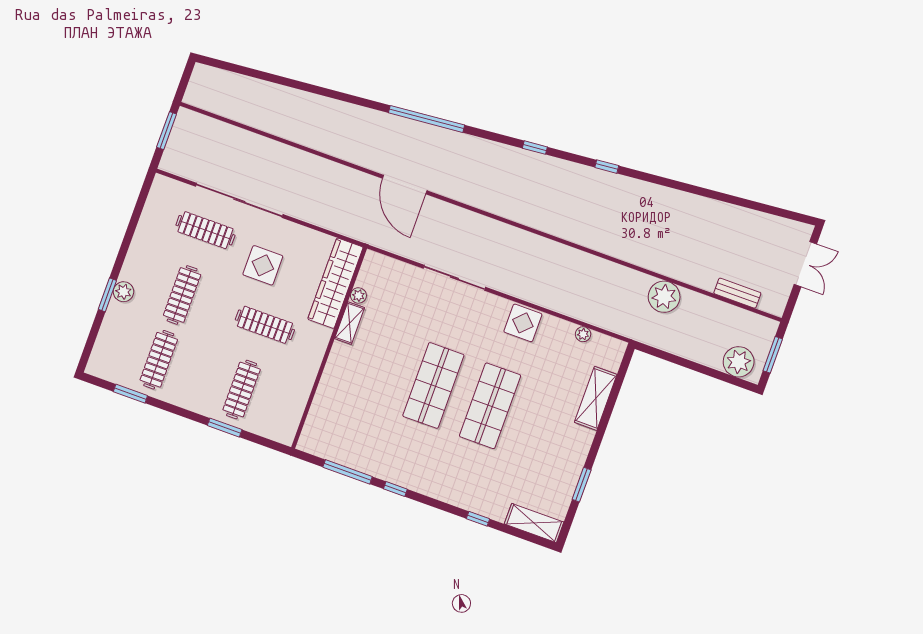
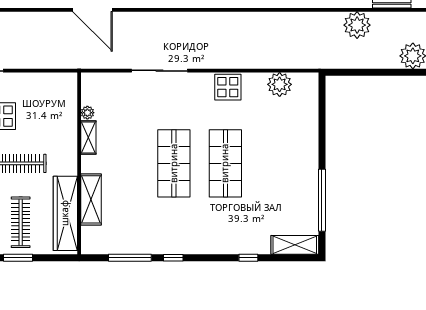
wardrobe: (335, 283) -> (65, 213), moved
plant: (664, 297) -> (357, 25), moved
plant: (583, 334) -> (280, 84), width x1.87, depth x1.87
shelving: (596, 398) -> (91, 199), moved
window: (582, 485) -> (322, 200), width x2.11

